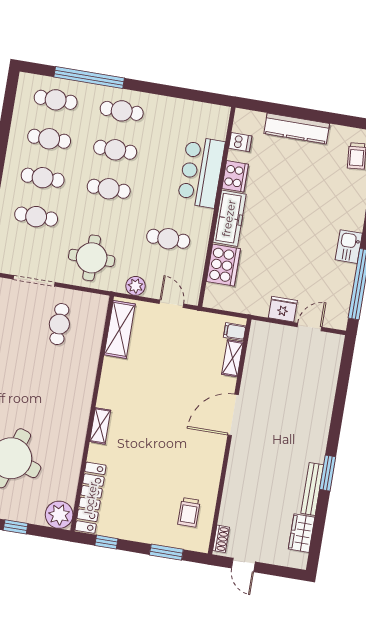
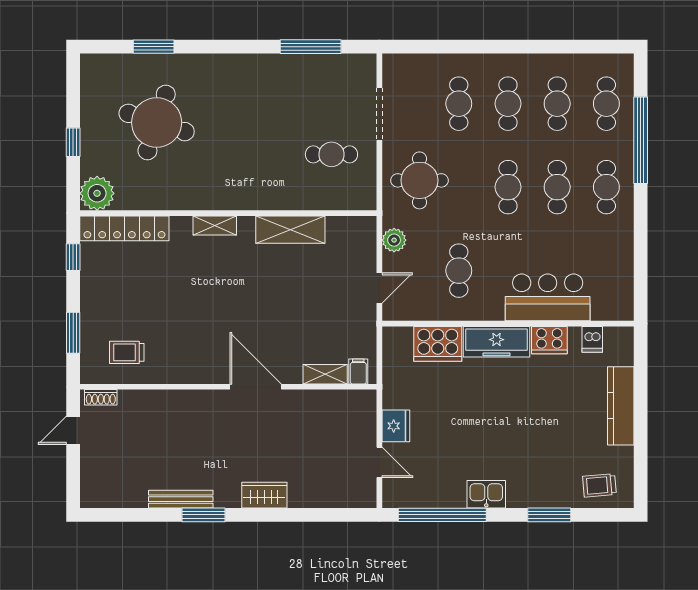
shelving: (120, 329) -> (290, 230), moved
wardrobe: (302, 533) -> (264, 495), moved

